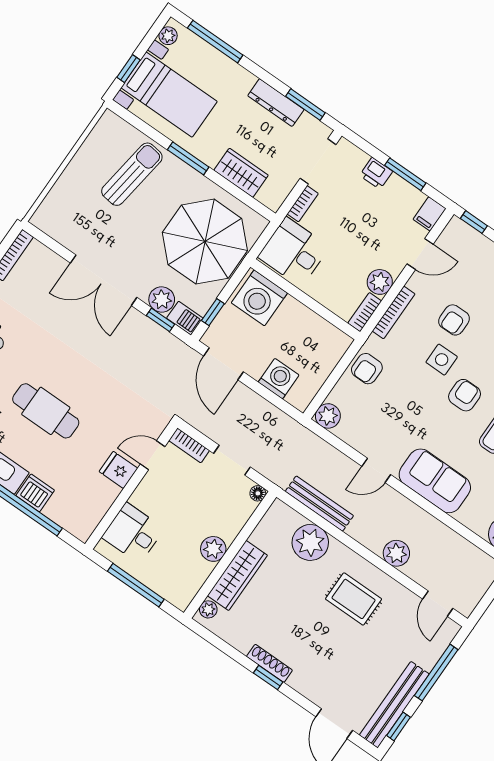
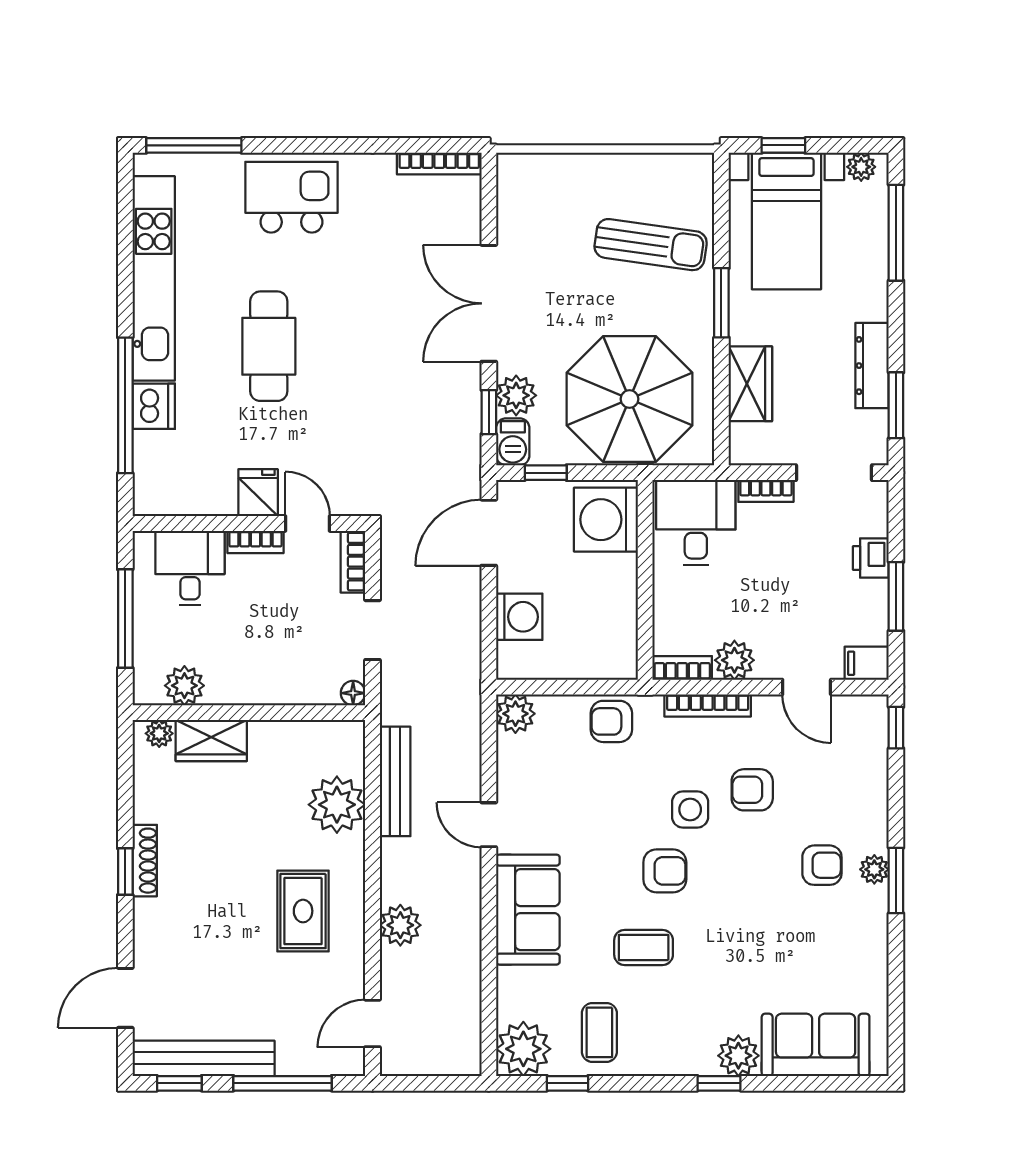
bookcase: (143, 489) -> (255, 542), added
plant: (213, 549) -> (184, 686), moved
wardrobe: (237, 575) -> (211, 740), width x0.67

